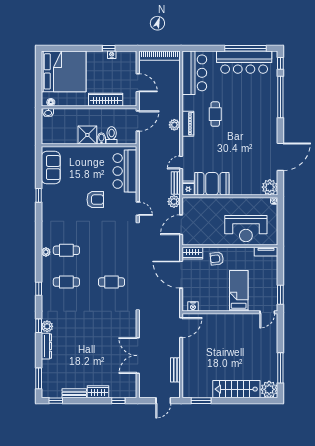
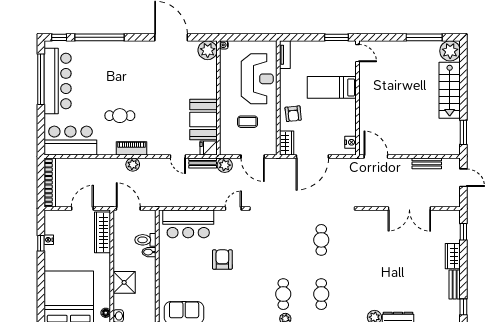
wardrobe: (106, 100) -> (103, 232), moved
shower: (87, 135) -> (124, 282), moved
coffee table: (210, 221) -> (248, 122), added

